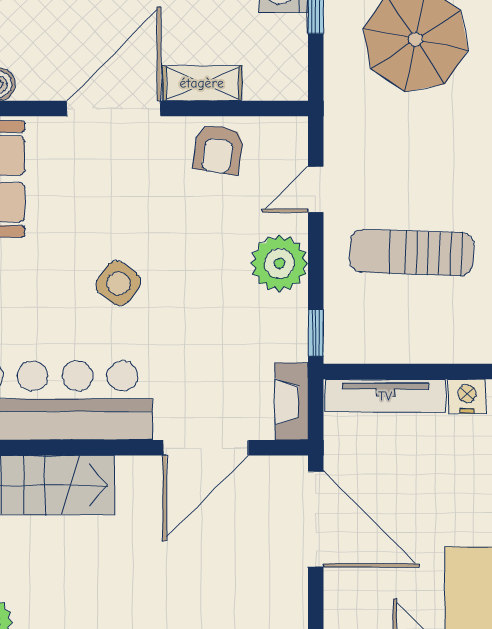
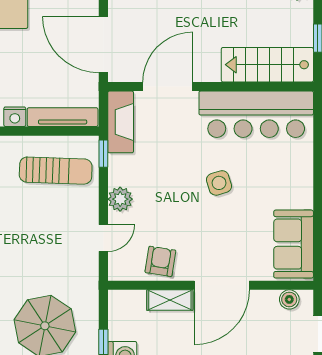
sun lounger: (412, 253) -> (56, 171), moved
plant: (279, 263) -> (120, 199), width x0.73, depth x0.73
side table: (118, 283) -> (219, 183), turned 36
fireplace: (292, 402) -> (121, 122), width x1.37, depth x1.32

